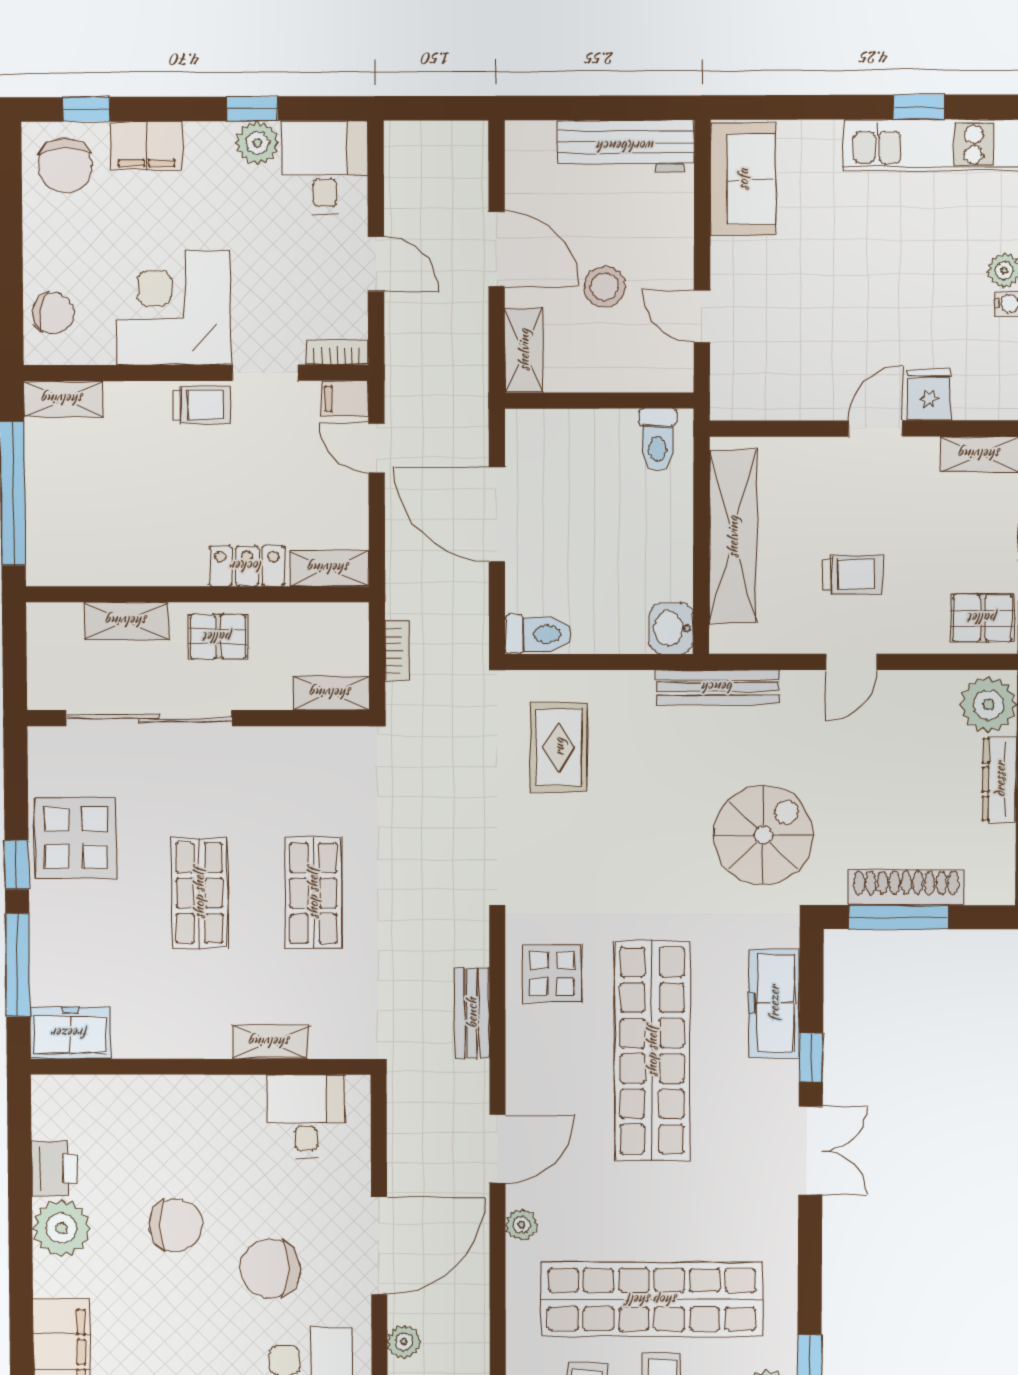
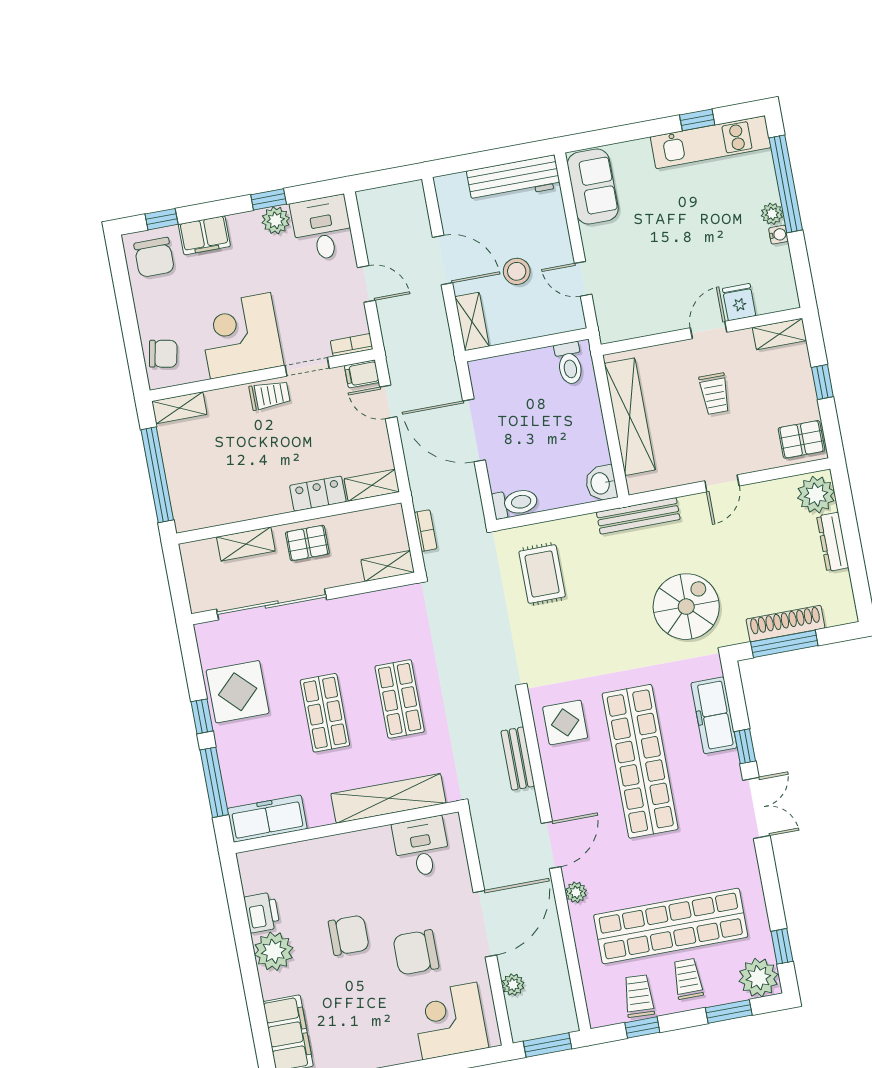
trolley: (853, 574) -> (715, 394), moved, turned 90
freezer: (70, 1033) -> (267, 819), width x1.40
shelving: (270, 1042) -> (388, 798), width x2.20, depth x1.33

